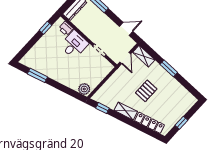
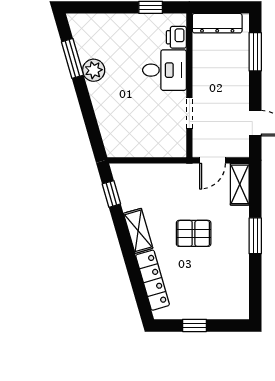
plant: (84, 89) -> (94, 70), moved

